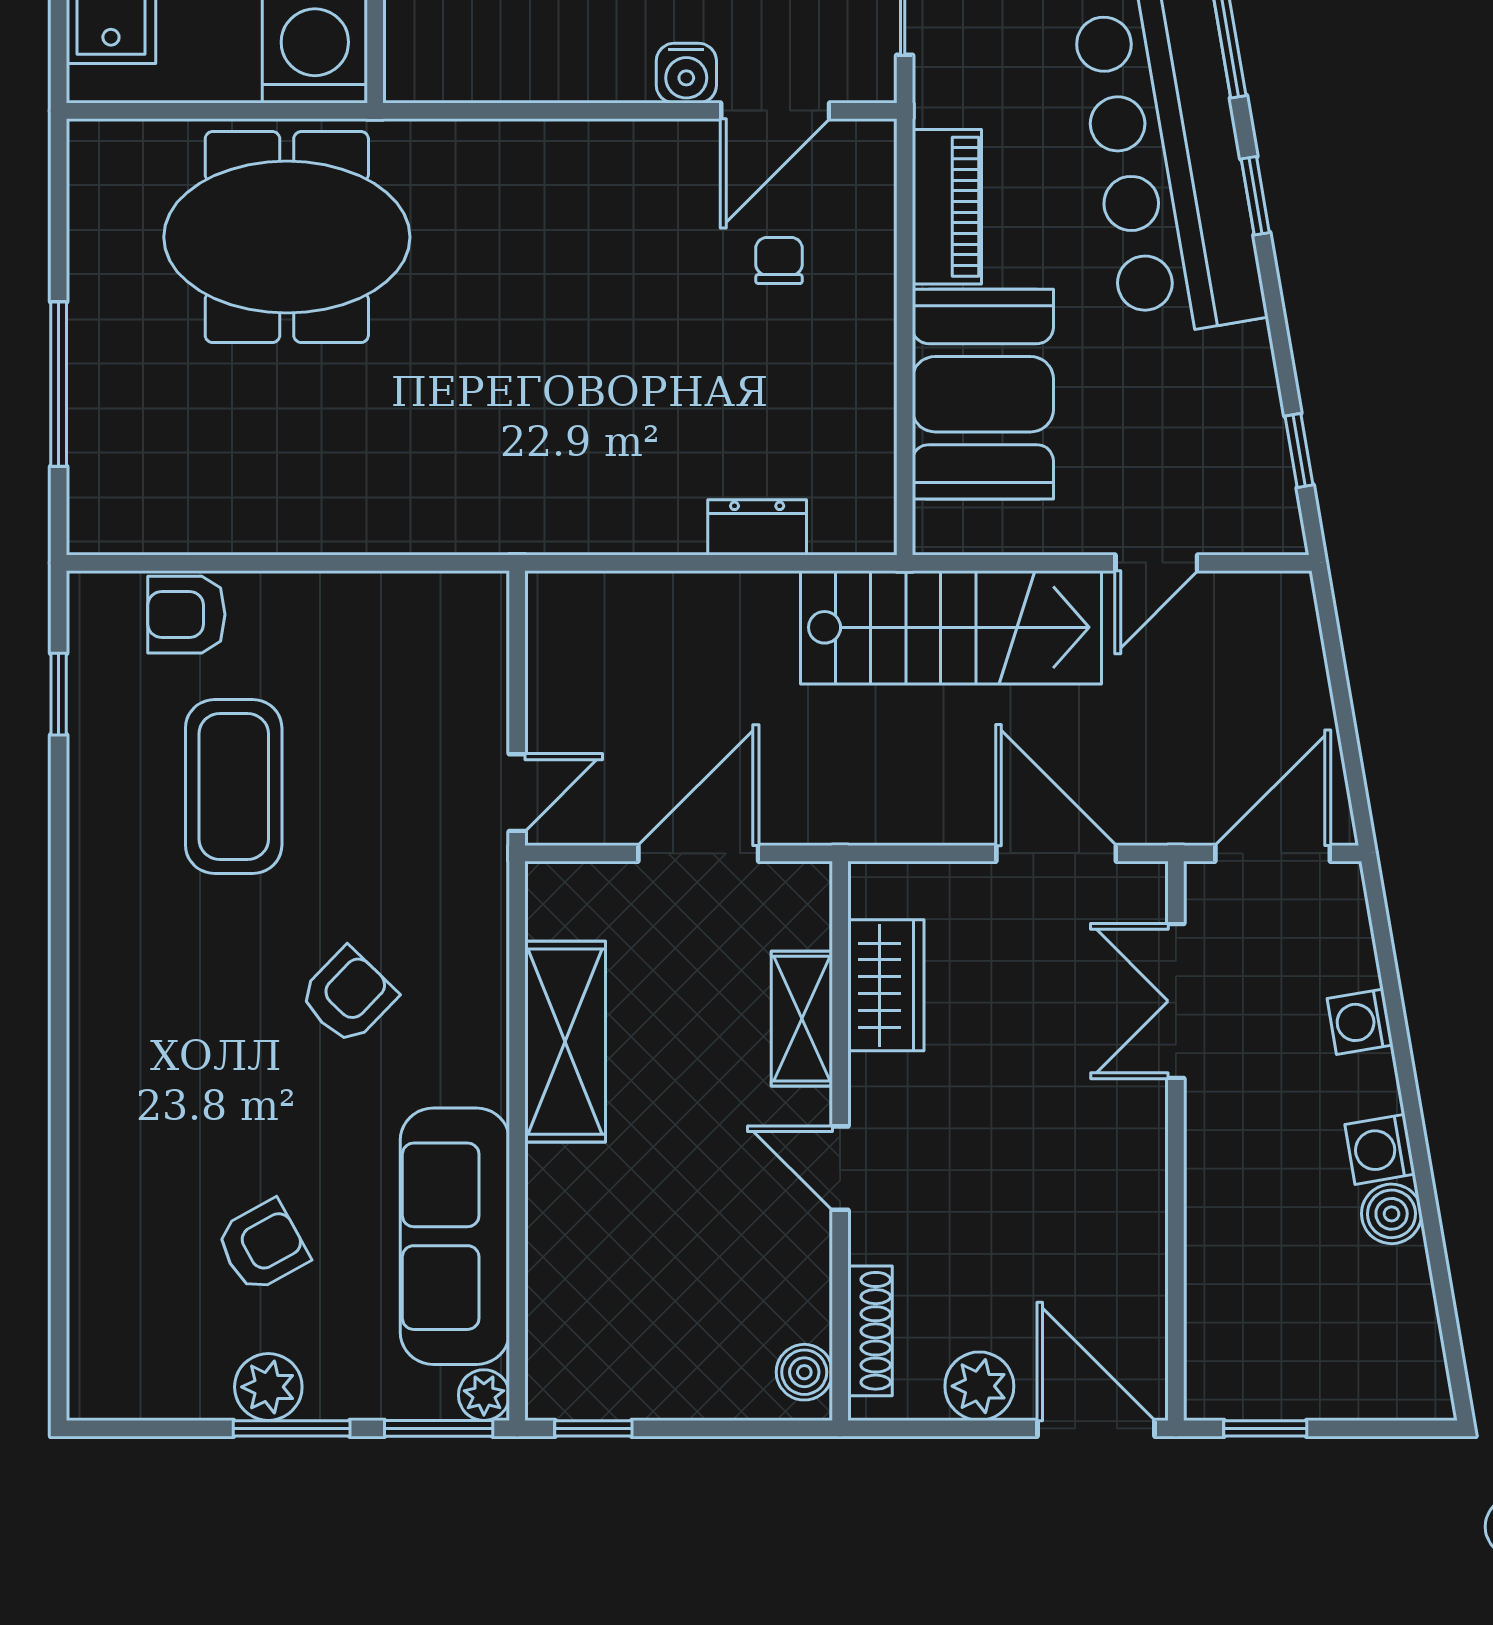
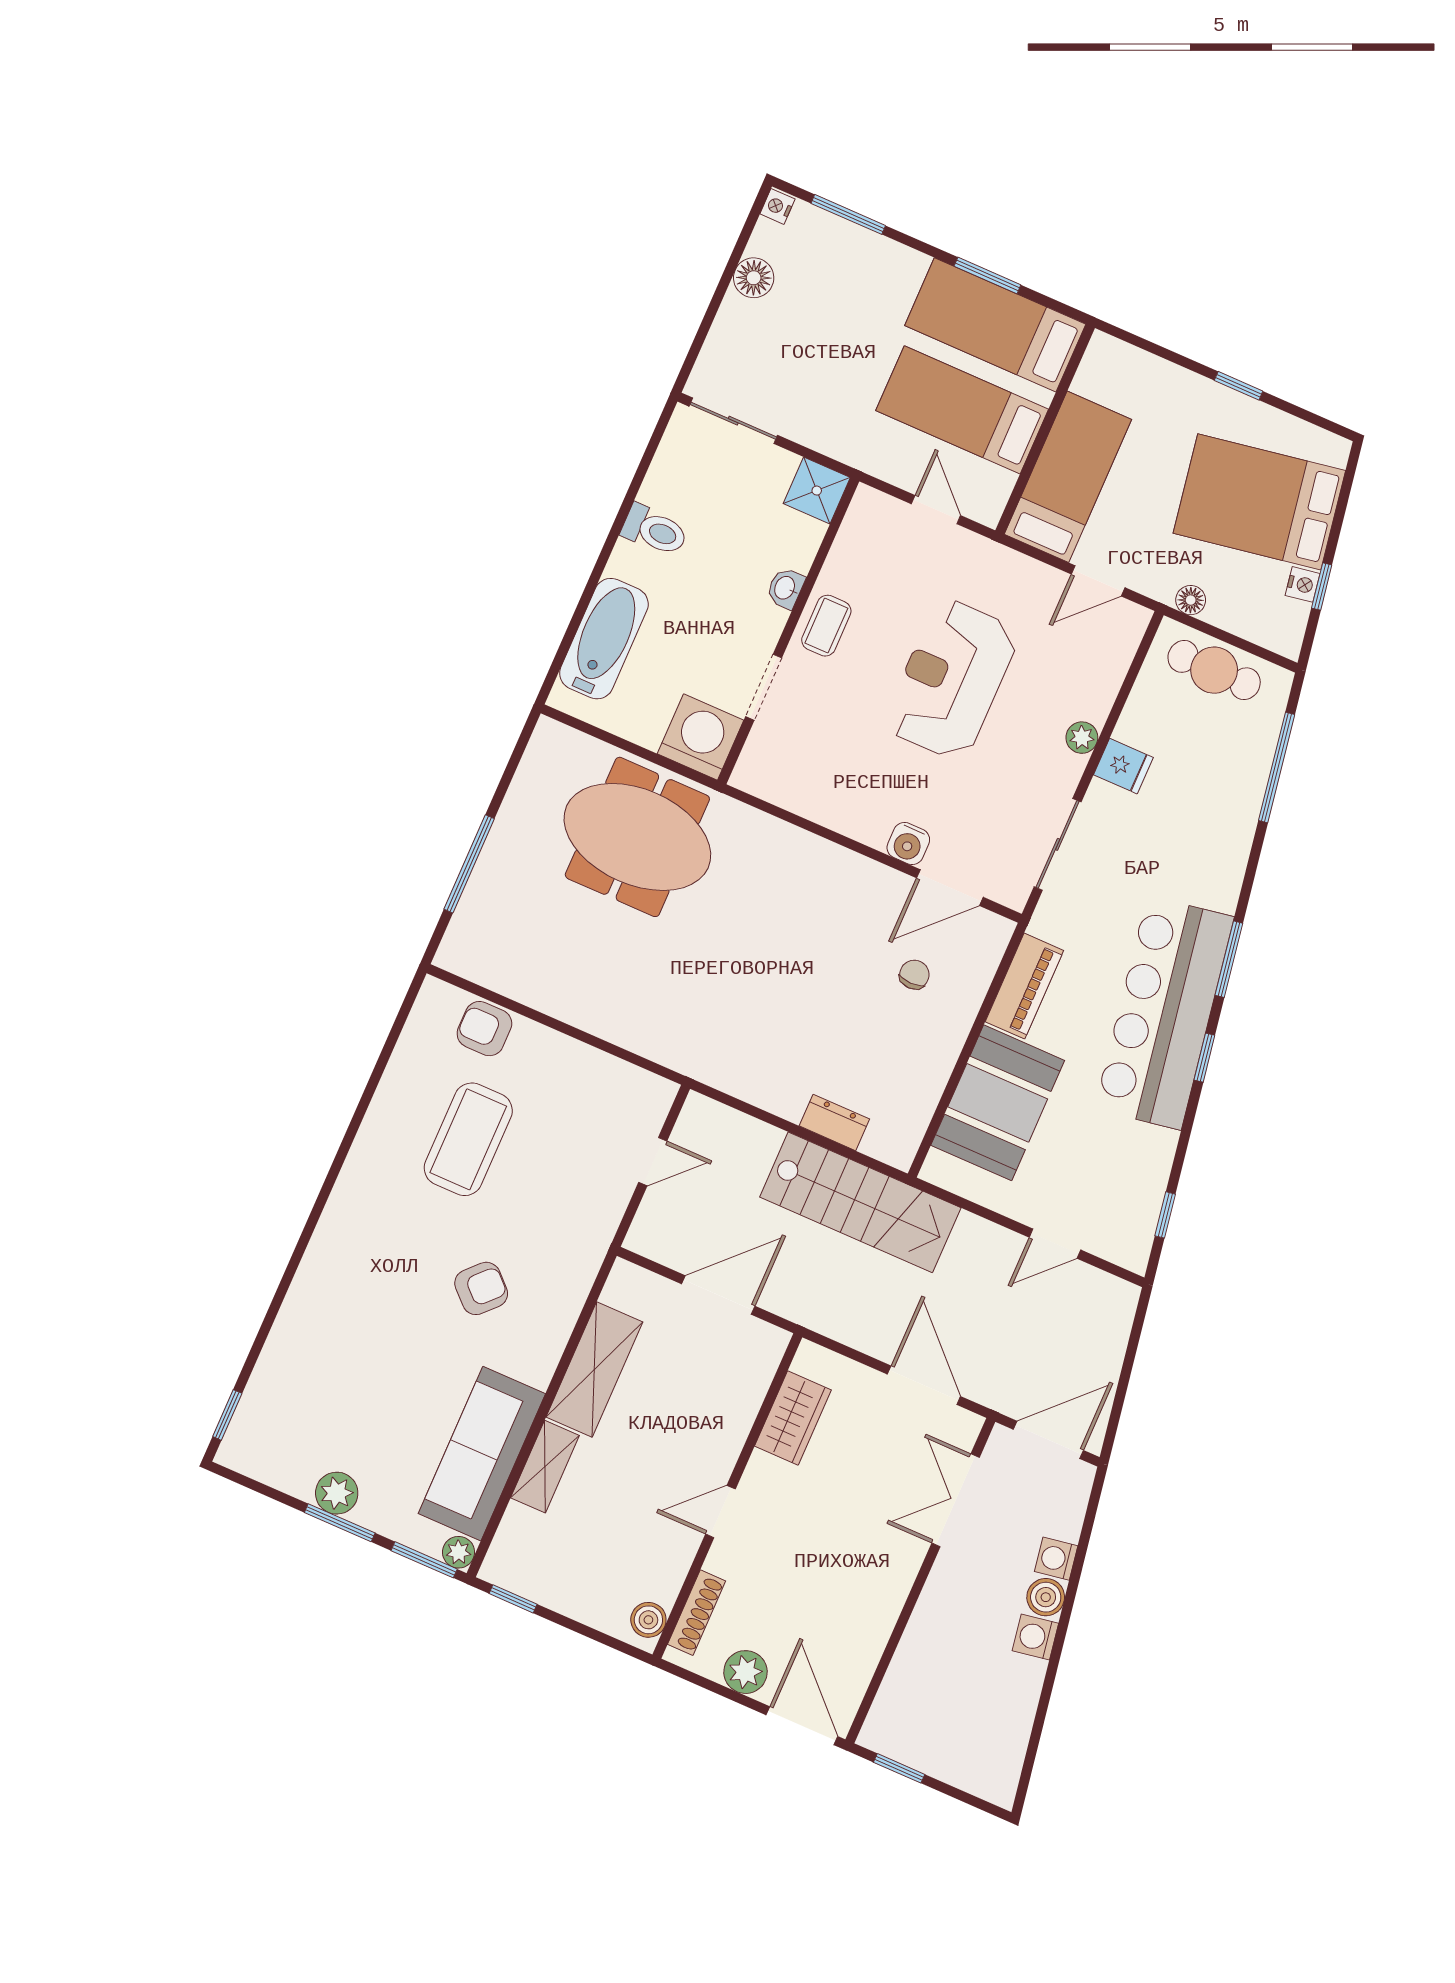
stairs: (951, 627) -> (860, 1202), moved
window: (59, 694) -> (227, 1415), moved
door: (517, 793) -> (653, 1162), moved
shelving: (802, 1019) -> (545, 1467), moved
door: (840, 1168) -> (720, 1512), hinge flipped
boiler: (1392, 1214) -> (1046, 1597), moved
armchair: (262, 1246) -> (369, 1411), removed

